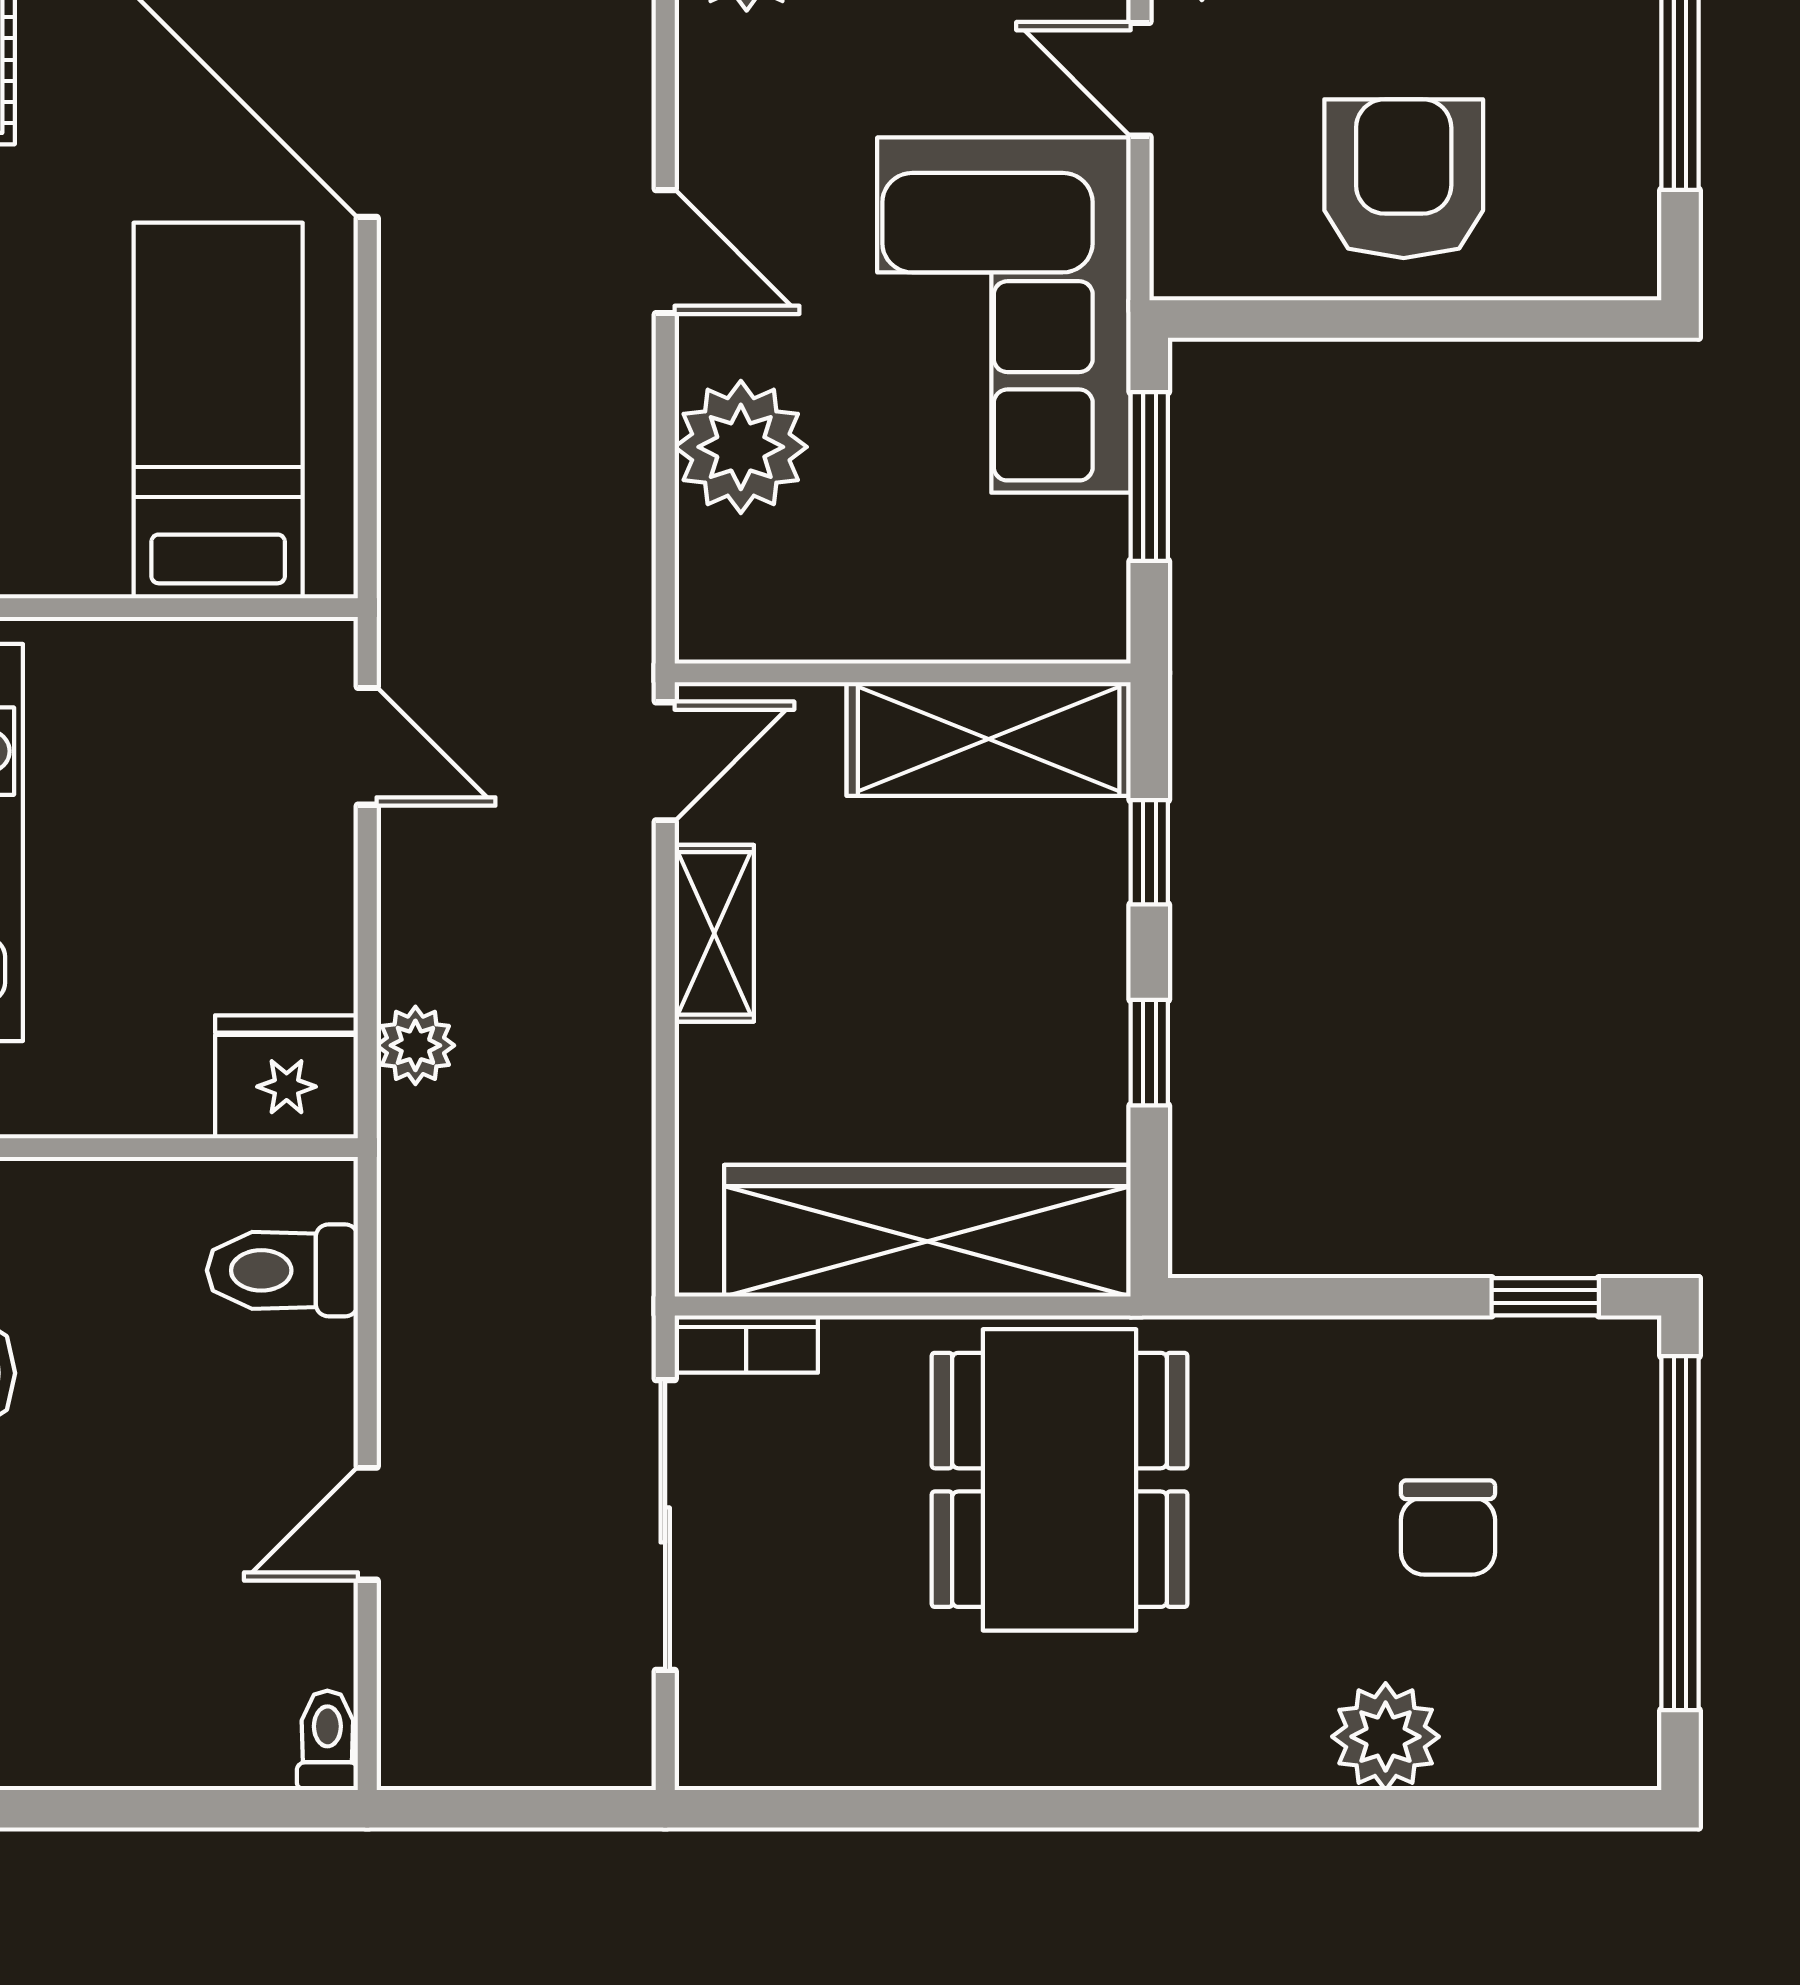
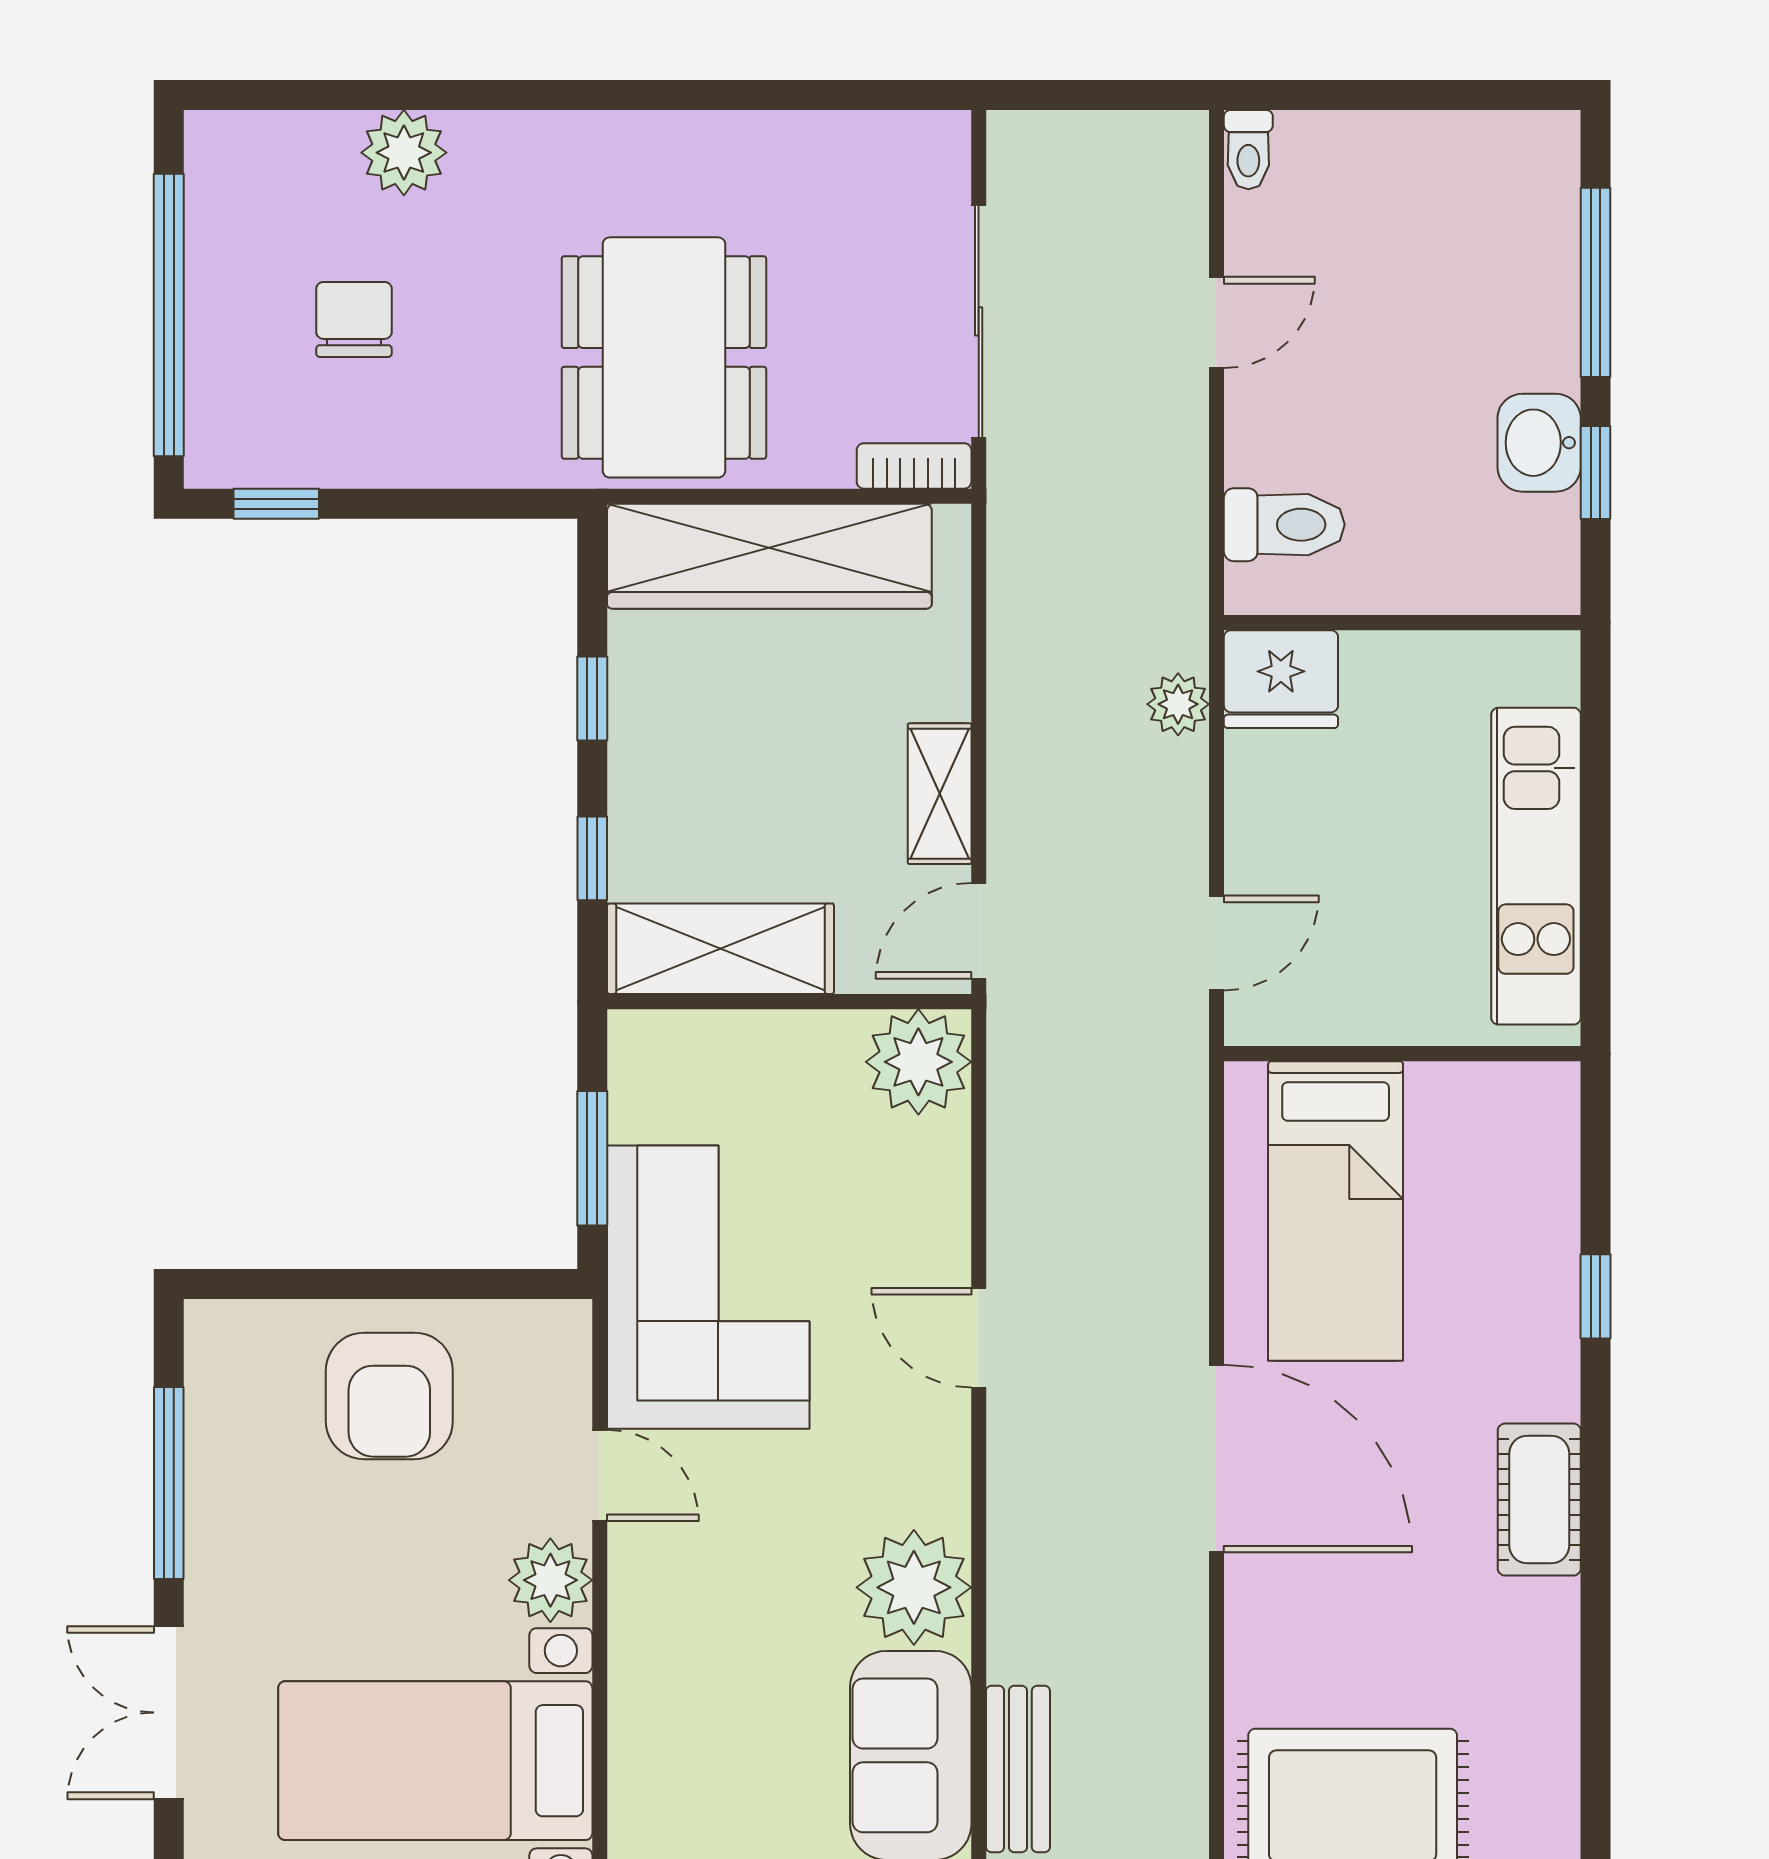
plant: (741, 447) -> (918, 1062), moved
door: (367, 746) -> (1216, 943), swing flipped

